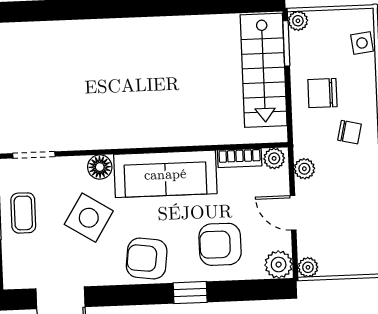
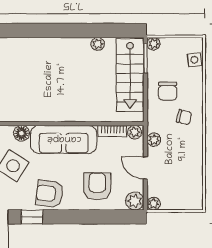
plant: (212, 24) -> (98, 44), added
chair: (322, 93) -> (168, 91), turned -90
armchair: (220, 244) -> (97, 186), turned 90
window: (190, 293) -> (32, 217), moved

